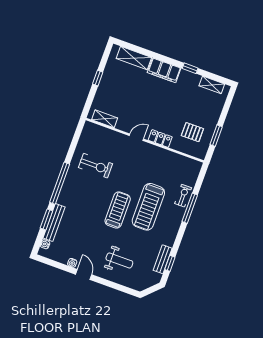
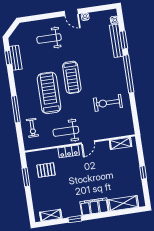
weight bench: (152, 160) -> (66, 131), added
exercise bike: (183, 196) -> (32, 128), moved

